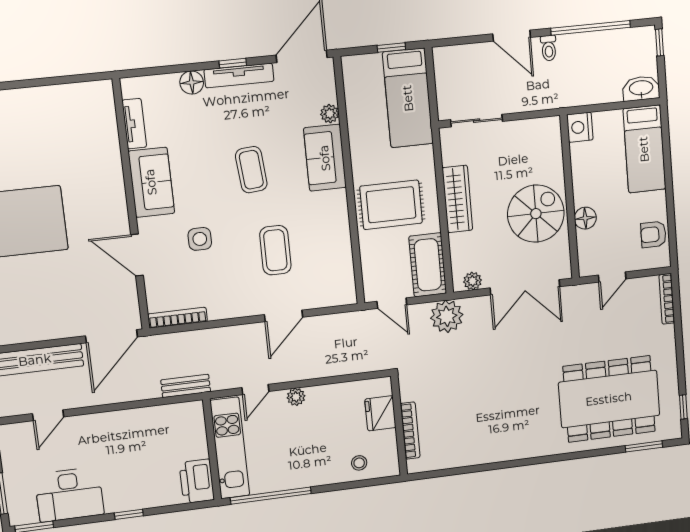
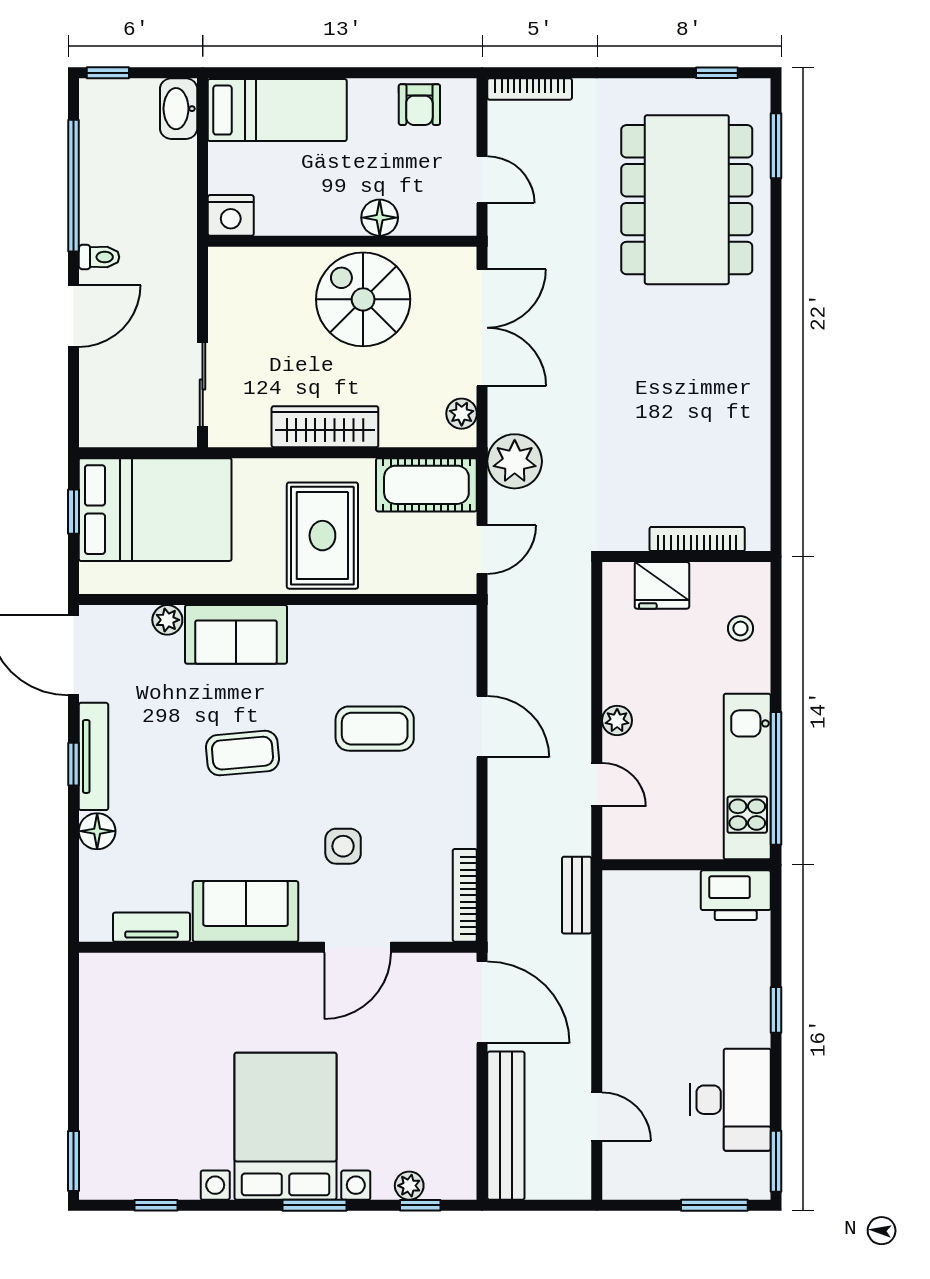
bed: (408, 98) -> (155, 510), width x1.50
kitchen unit: (230, 448) -> (747, 777), moved, turned -90

